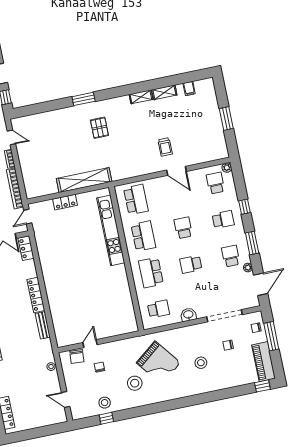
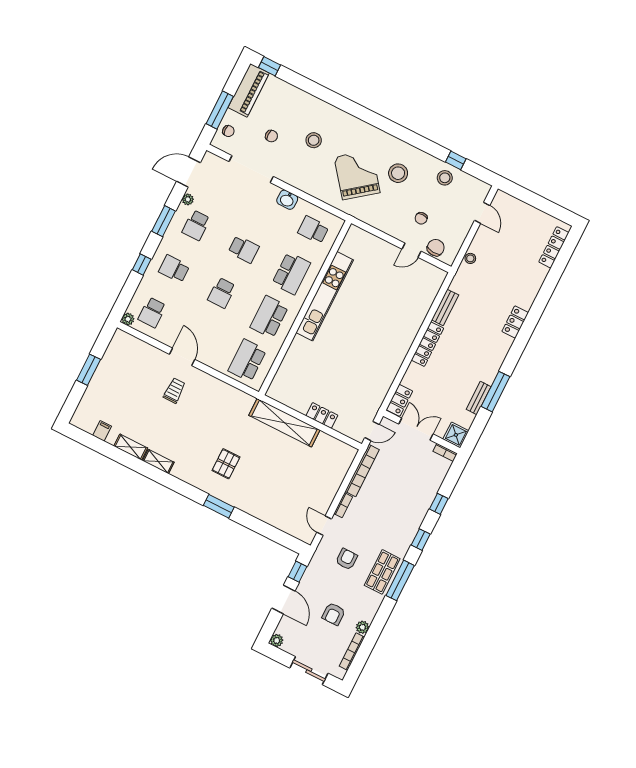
kitchen unit: (111, 230) -> (325, 296), moved

